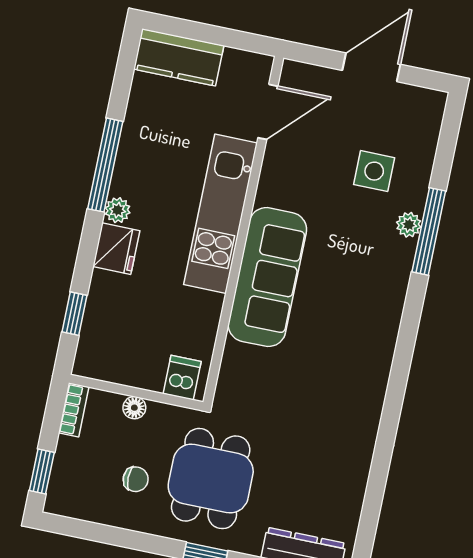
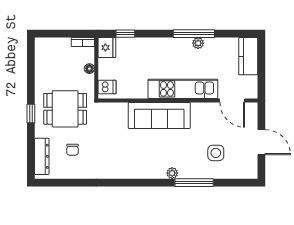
plant: (118, 210) -> (198, 43), moved
plant: (409, 225) -> (172, 173), moved
fridge: (116, 249) -> (107, 48), moved, turned -90
window: (42, 472) -> (53, 34), removed
chair: (136, 479) -> (73, 150), moved

